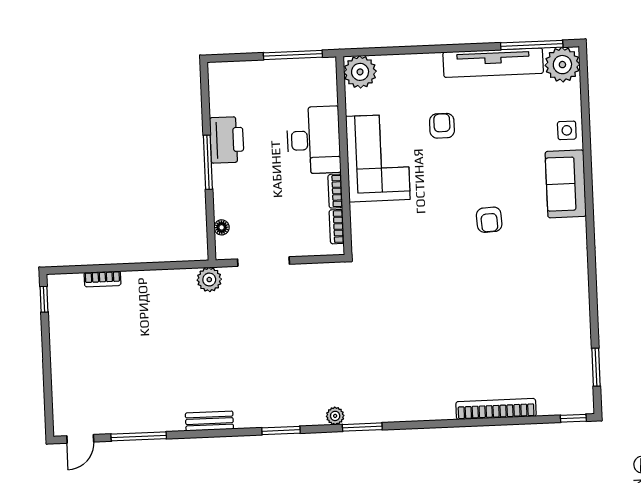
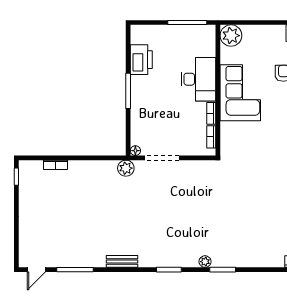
printer: (227, 140) -> (141, 60), moved
floor lamp: (222, 227) -> (135, 151), moved

